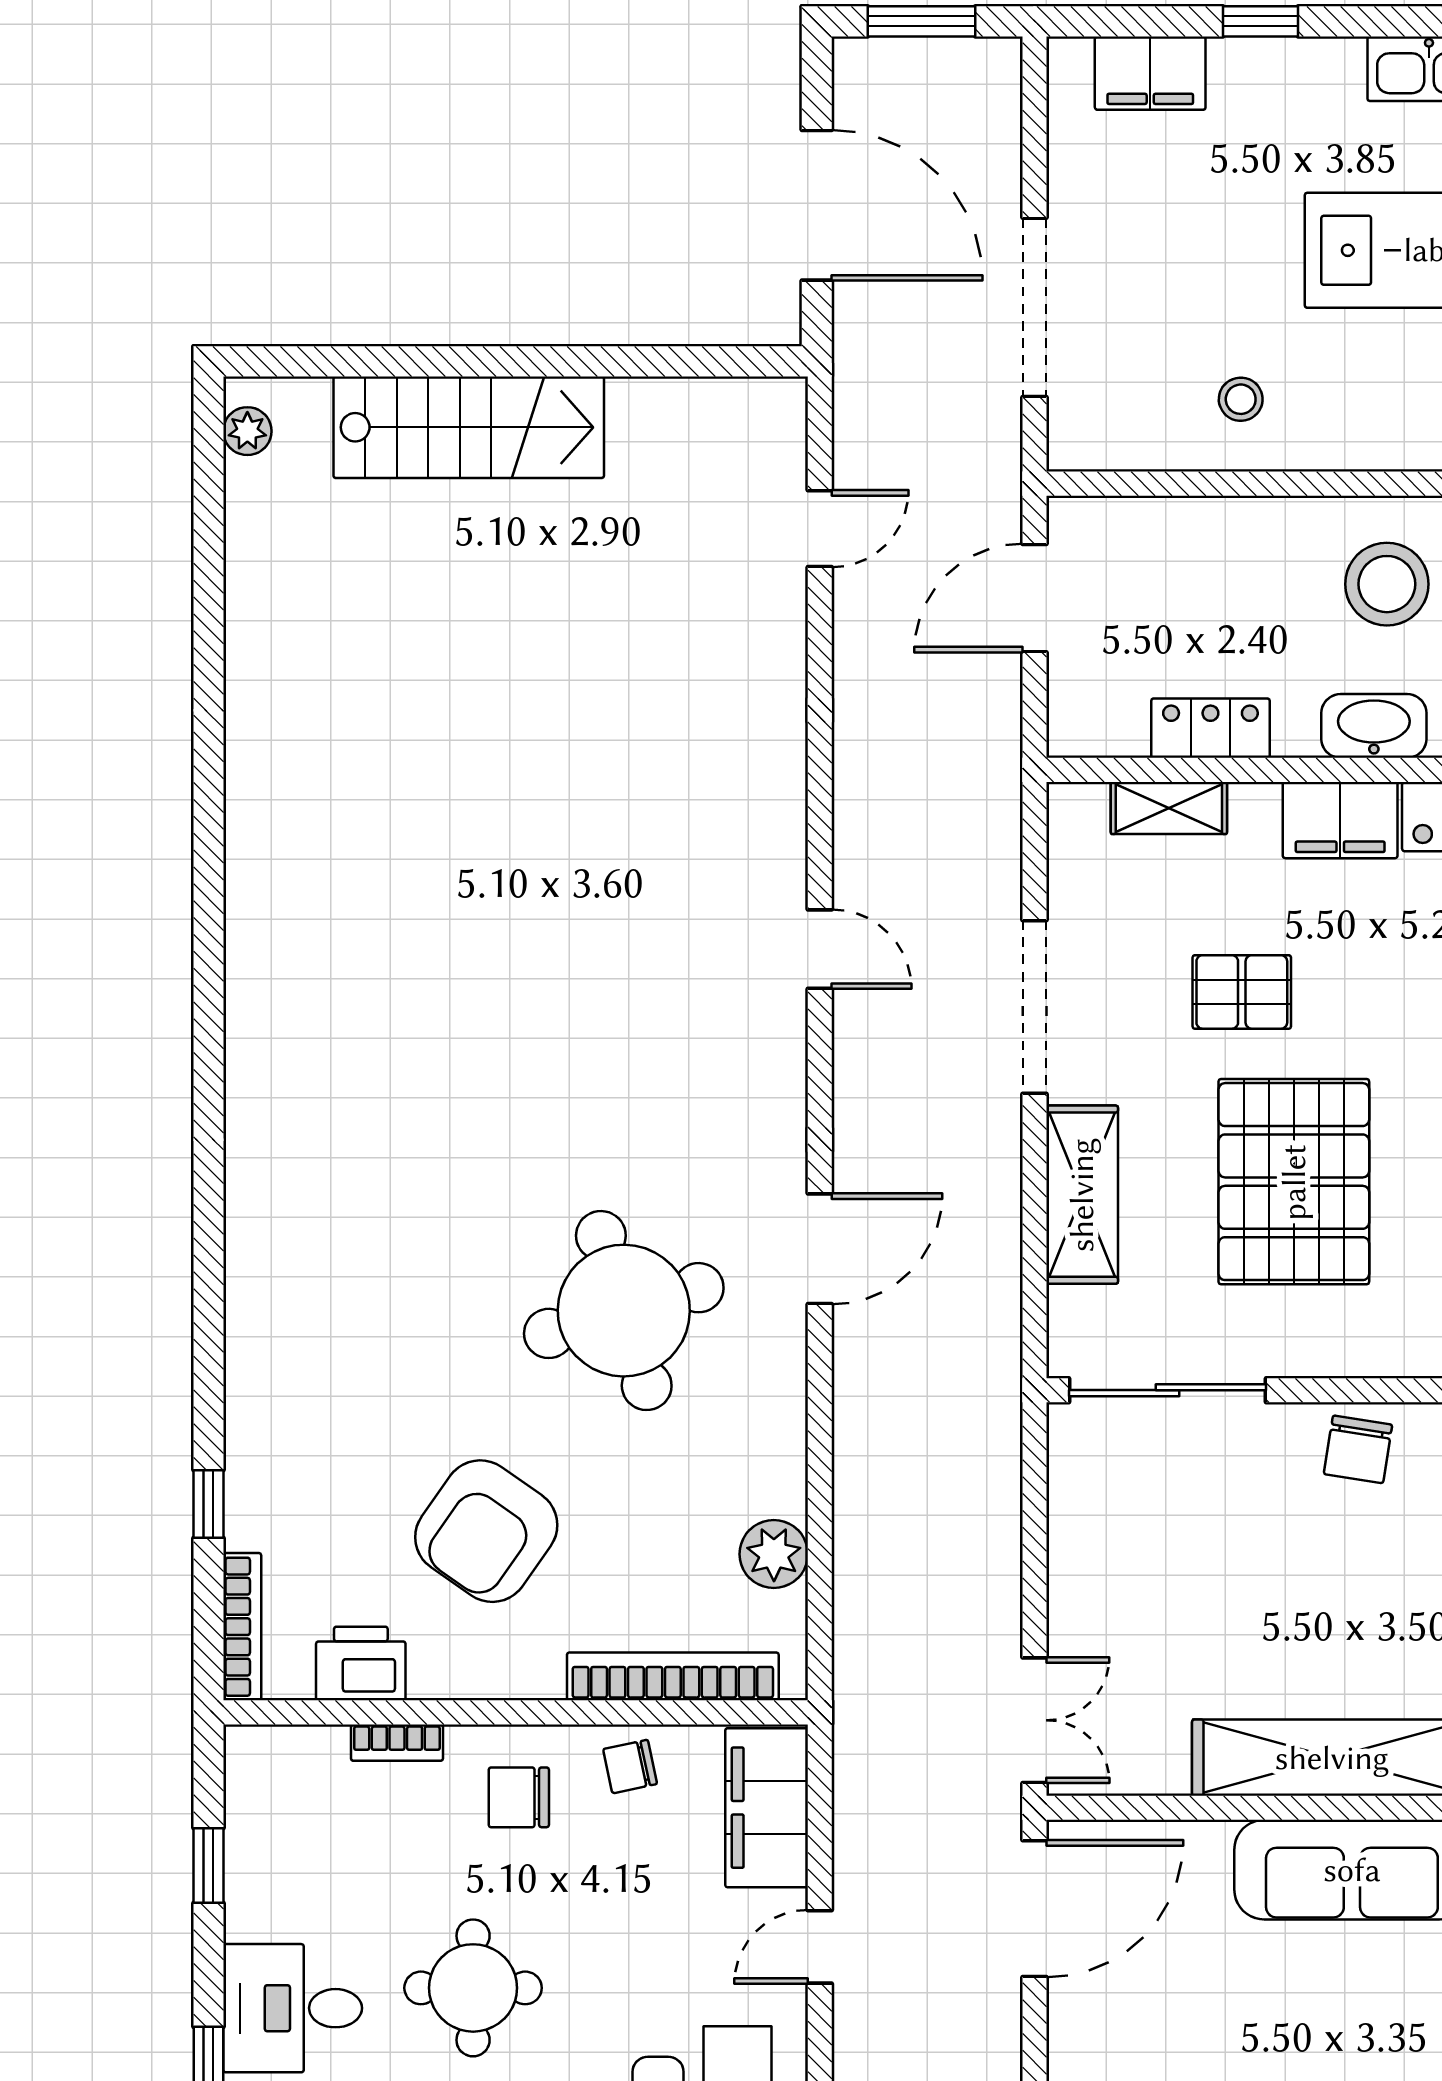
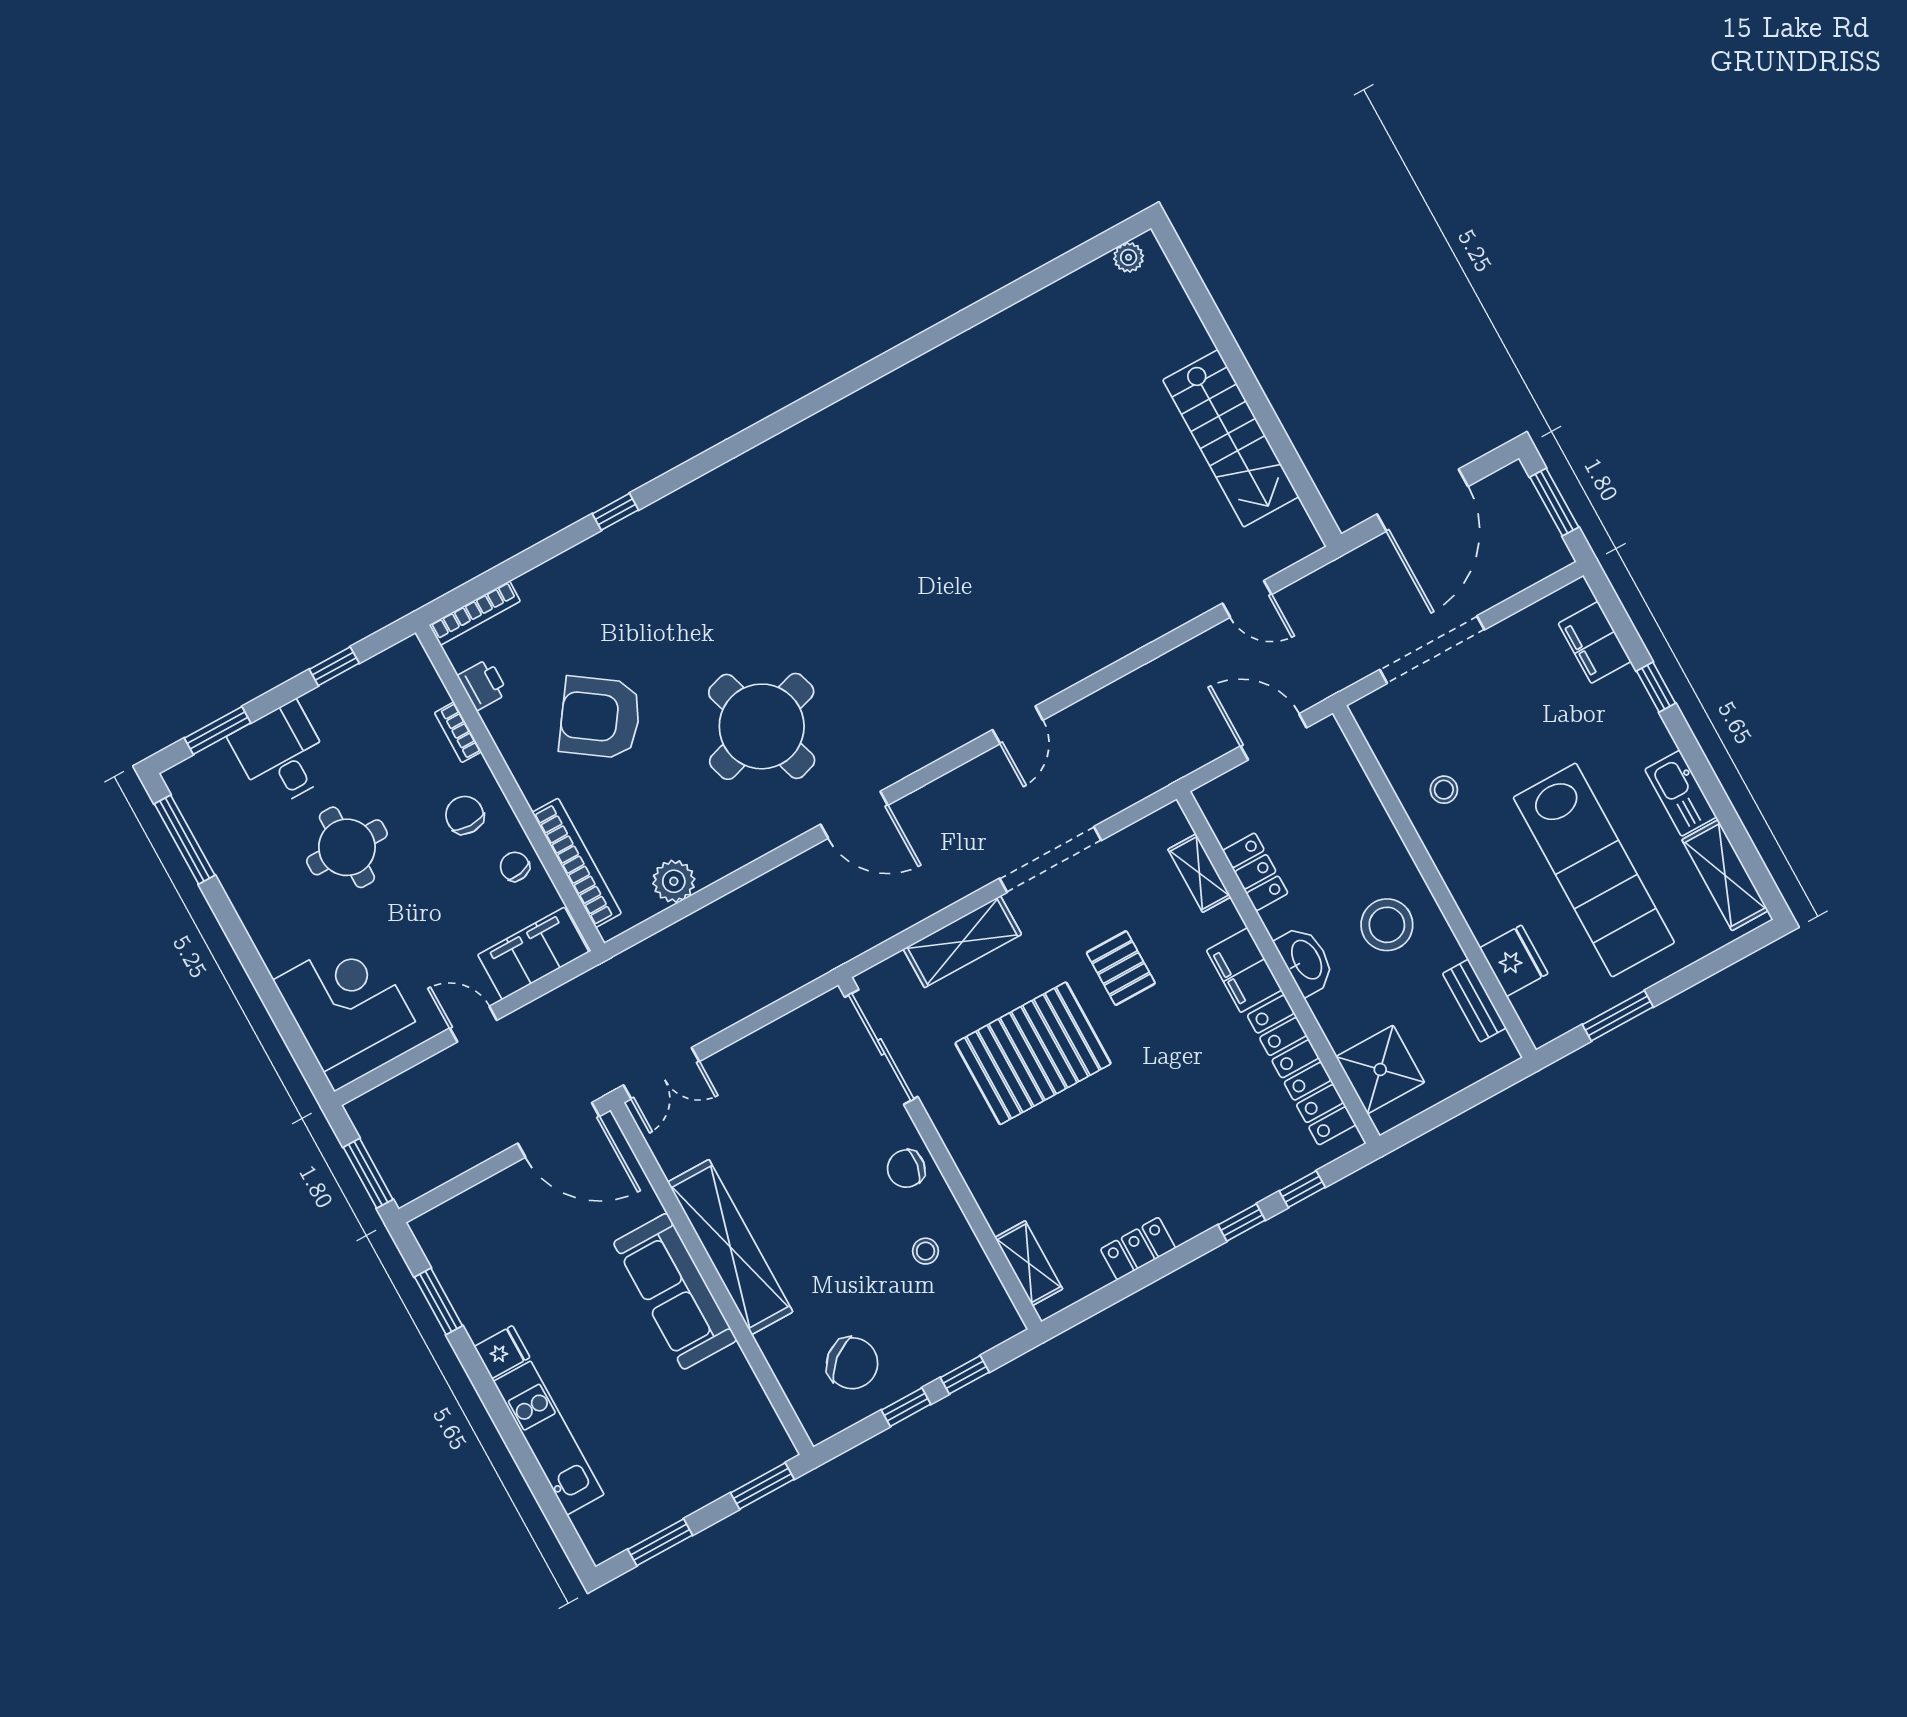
stairs: (469, 427) -> (1231, 438), moved
window: (208, 1504) -> (615, 512), moved
printer: (361, 1664) -> (483, 684), width x0.73, depth x0.81

